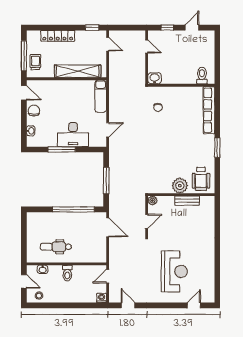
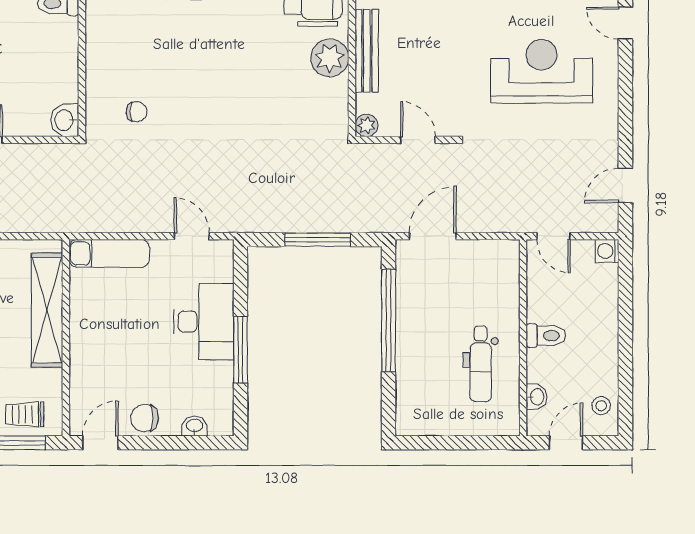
bench: (187, 201) -> (367, 51), width x1.36

